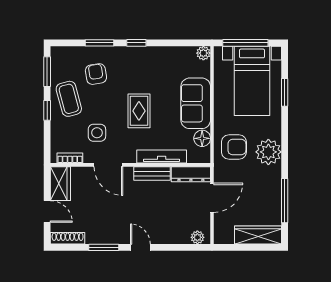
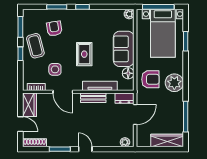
dresser: (191, 174) -> (125, 98), width x0.70

